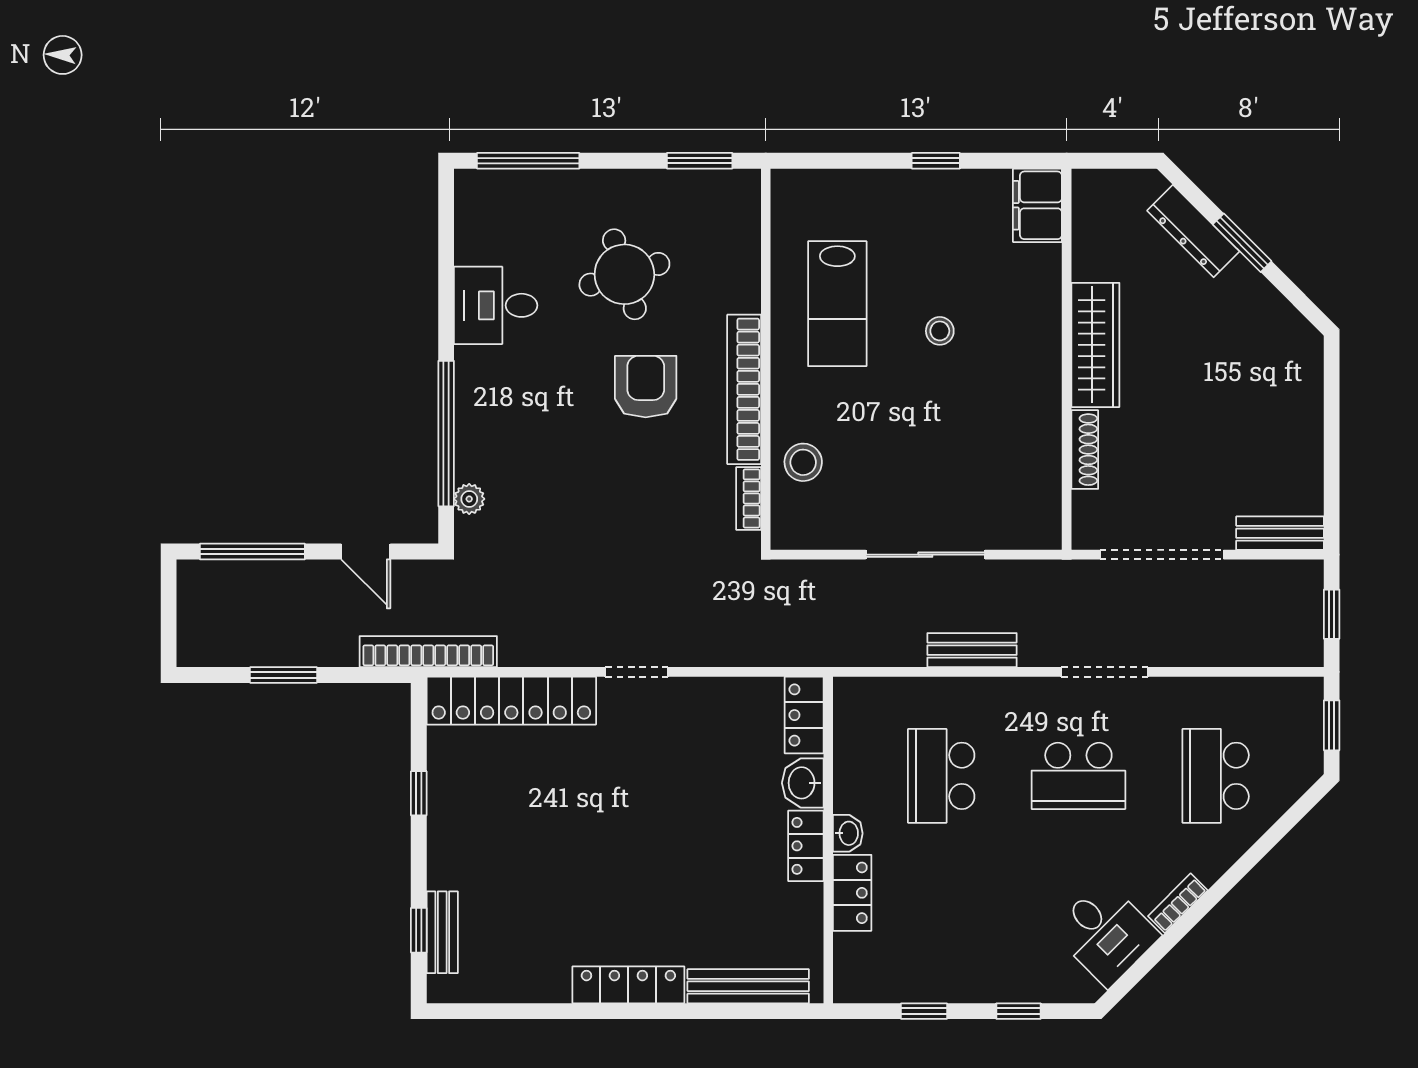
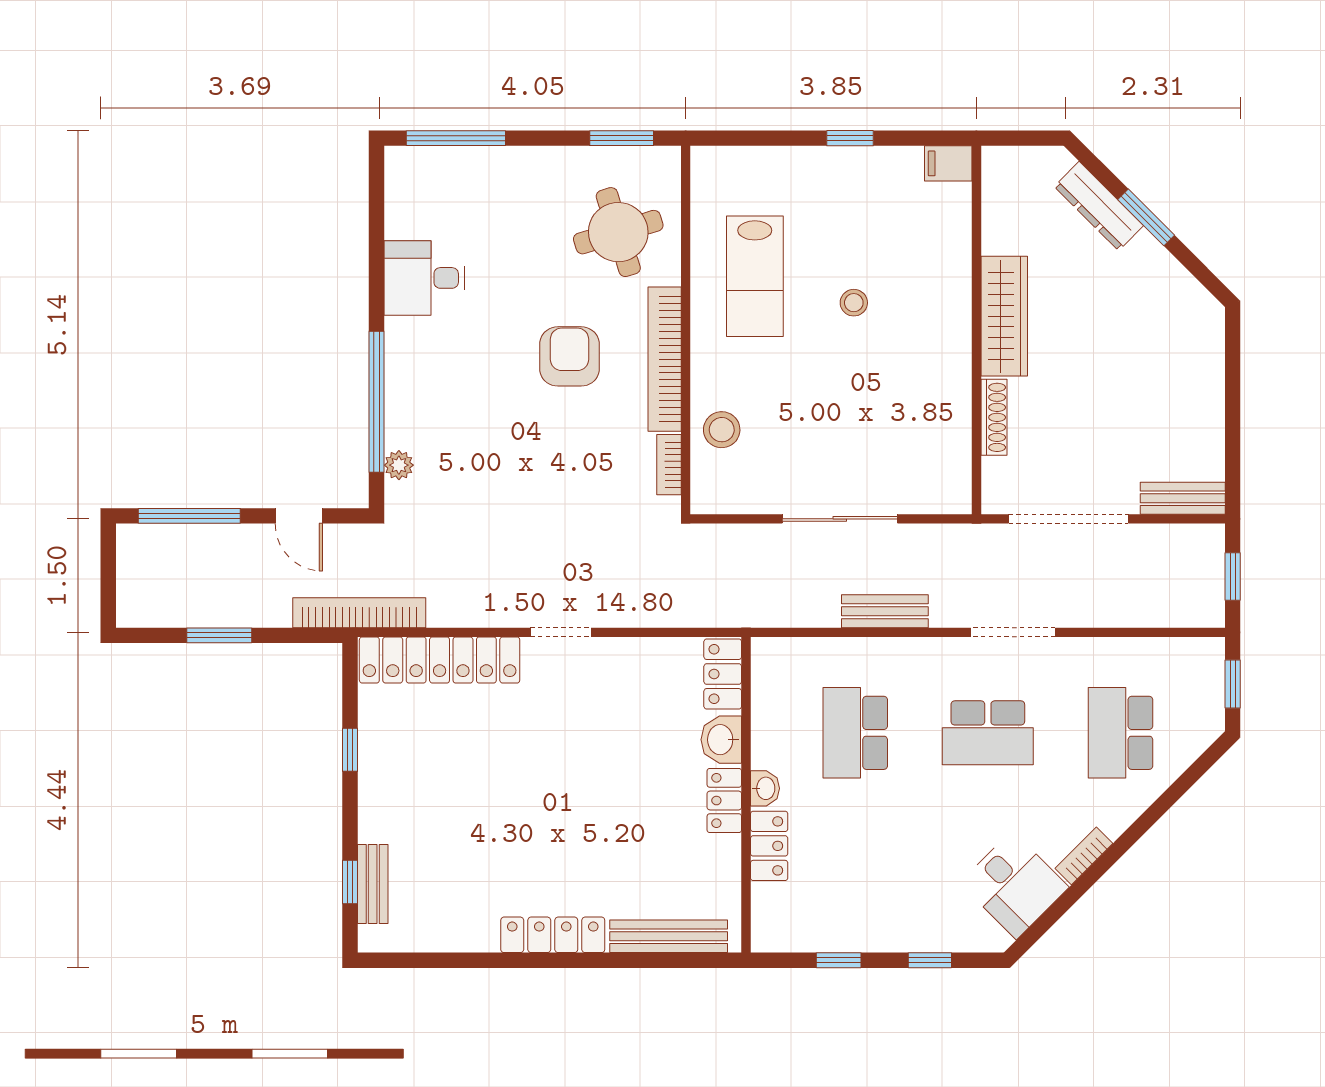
filing cabinet: (1037, 205) -> (948, 163), width x0.50
round table: (624, 274) -> (618, 232), moved

